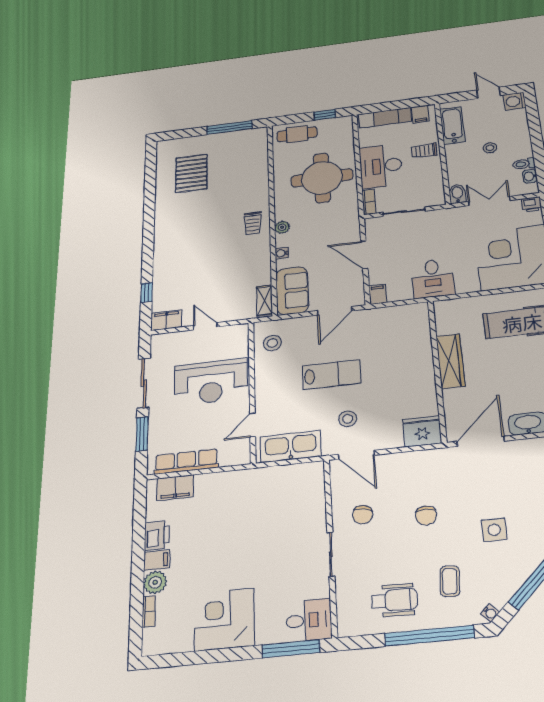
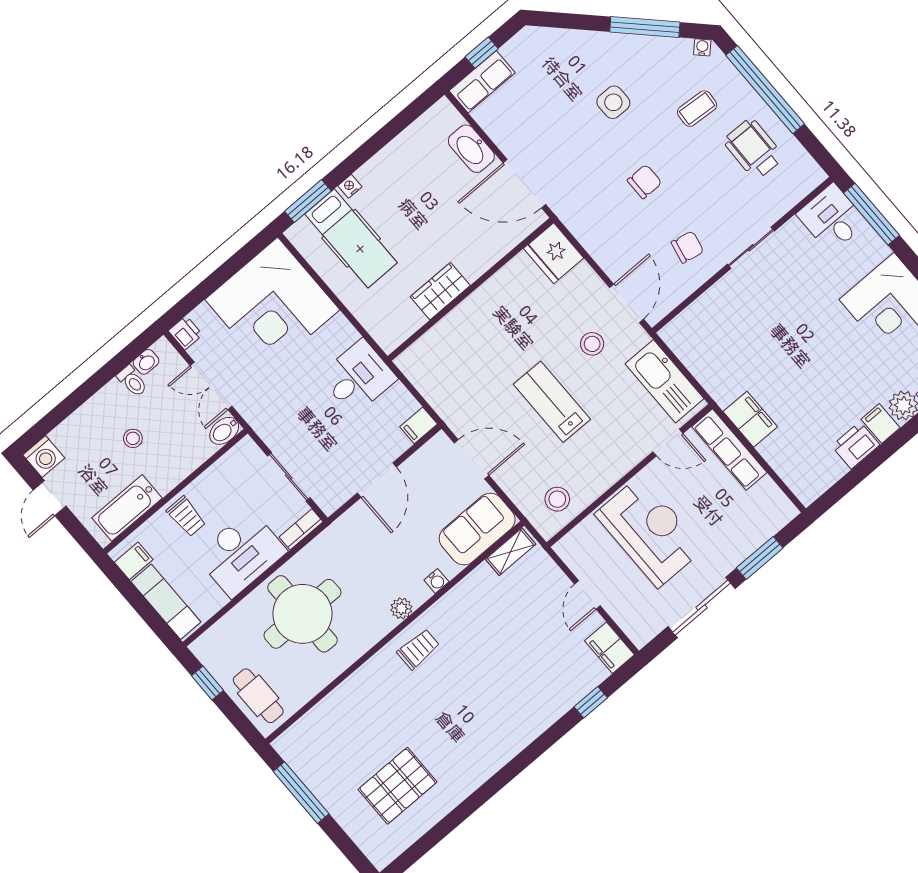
wardrobe: (450, 361) -> (440, 291), width x0.67
row of seats: (186, 462) -> (729, 449), moved
filing cabinet: (175, 488) -> (750, 419), moved

